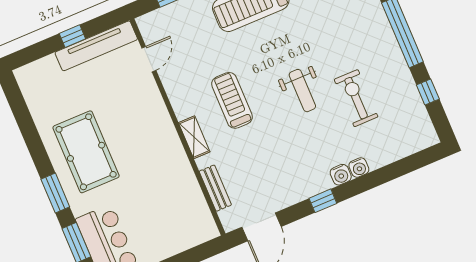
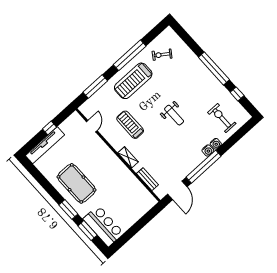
tv unit: (96, 46) -> (45, 145), moved
exercise bike: (356, 98) -> (222, 118), moved
treadmill: (232, 100) -> (130, 125), moved
window: (323, 201) -> (204, 167), width x3.17

